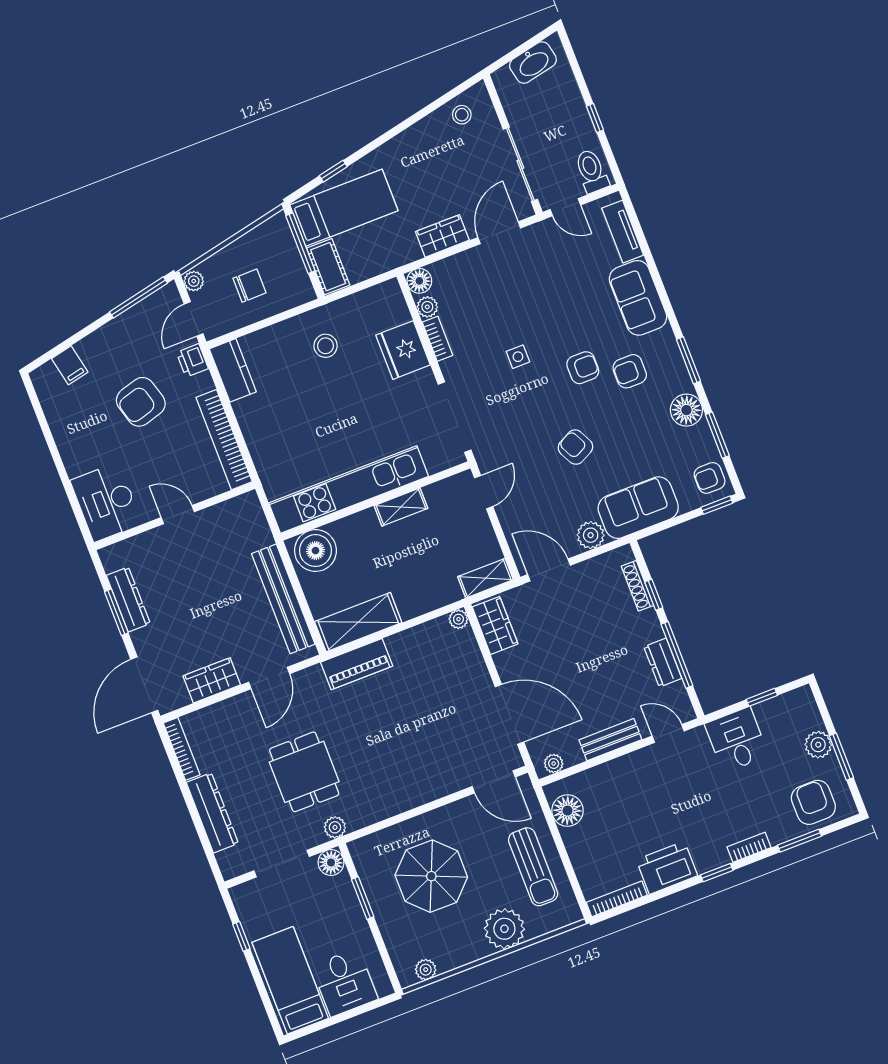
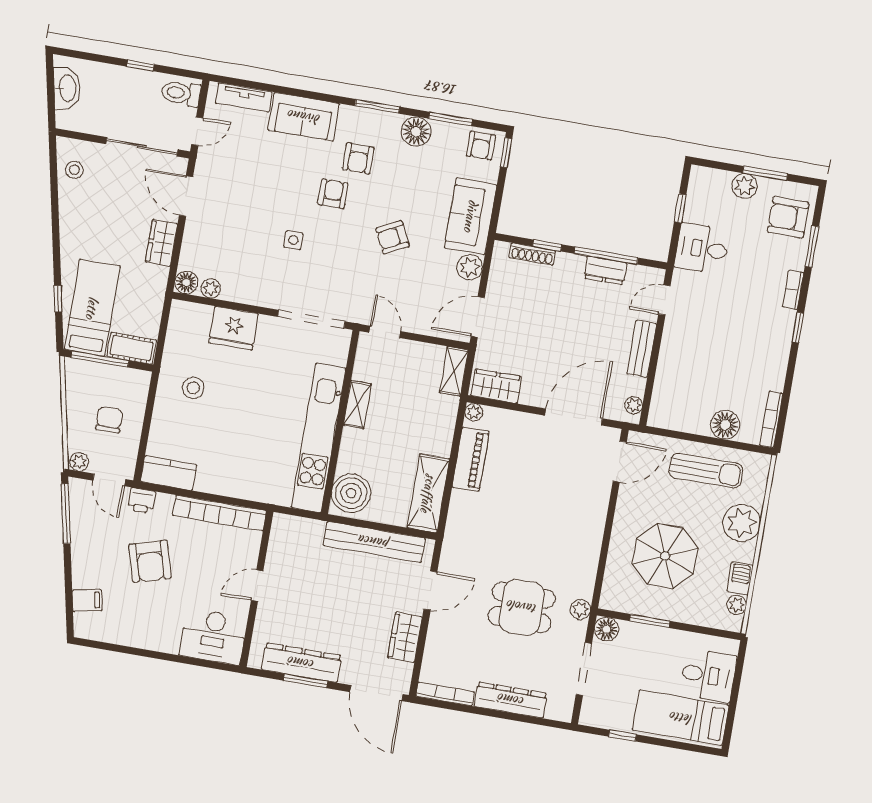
bookcase: (437, 339) -> (241, 296), removed
dresser: (128, 599) -> (301, 663), width x1.37, depth x1.24
piano: (357, 664) -> (471, 459), moved
door: (269, 678) -> (430, 591), hinge flipped
floor lamp: (568, 811) -> (725, 425), moved
printer: (667, 868) -> (770, 365), removed
barbecue: (452, 958) -> (740, 578), added

